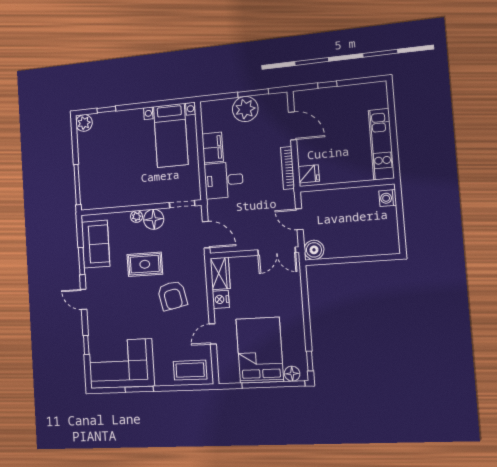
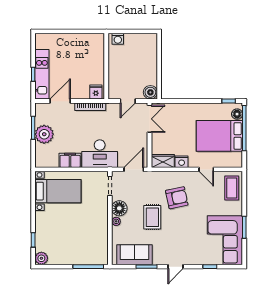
kitchen unit: (381, 144) -> (42, 74), moved, turned -90
desk: (224, 180) -> (100, 154), width x1.37

